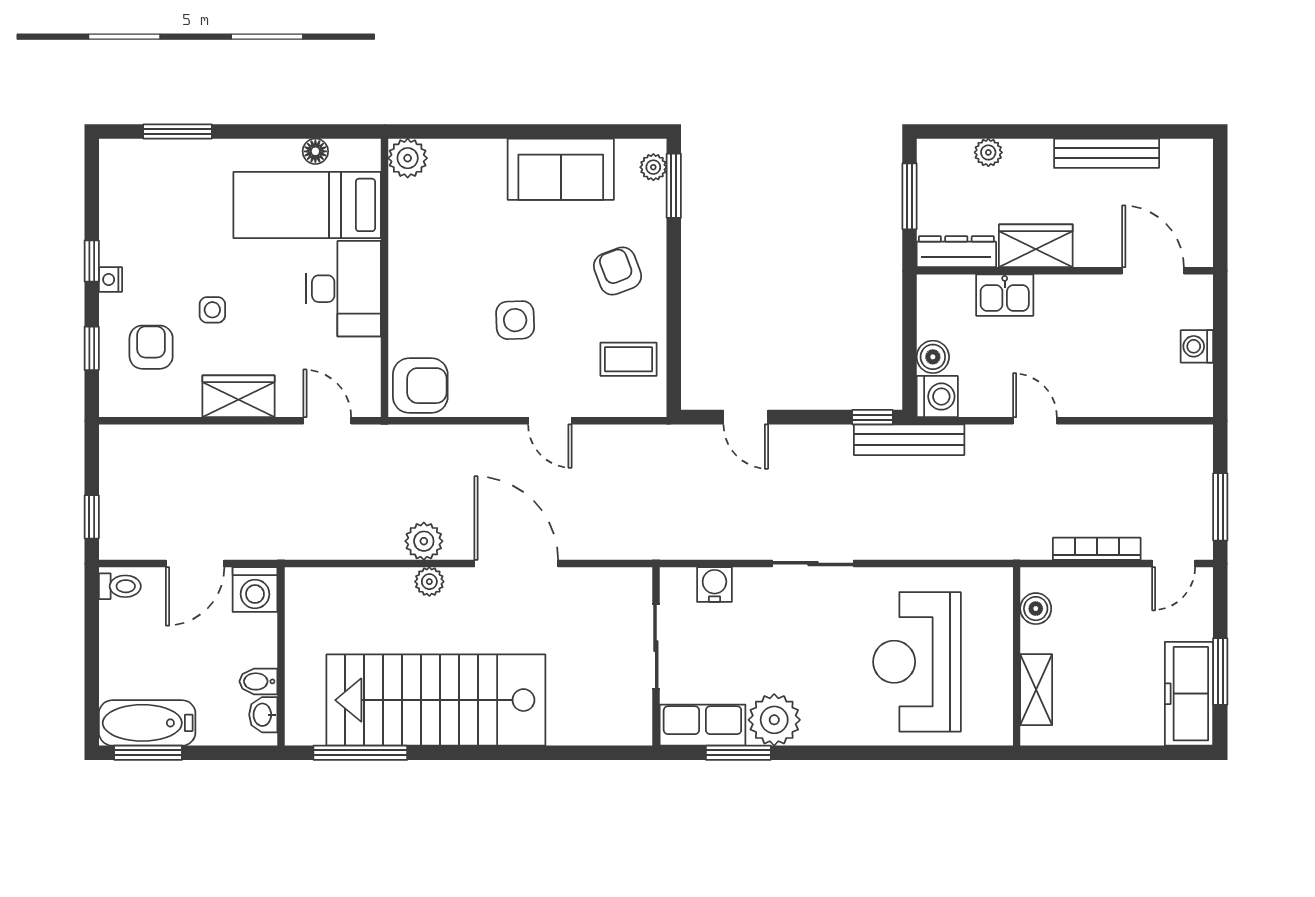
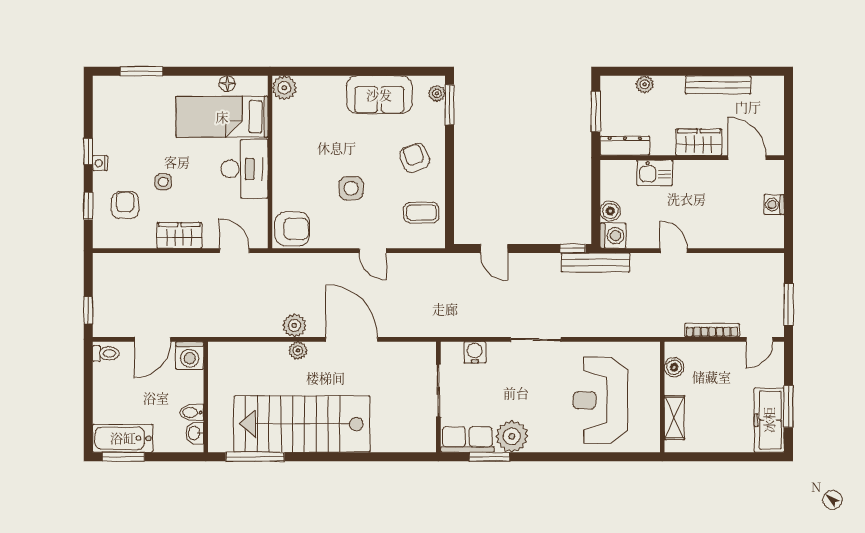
wardrobe: (1036, 246) -> (699, 142), moved

